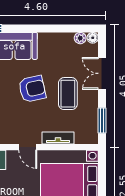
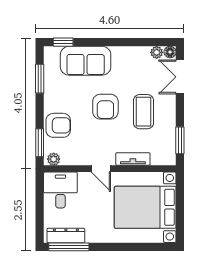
double door: (102, 73) -> (180, 77), moved
armchair: (32, 89) -> (105, 107), turned 103

